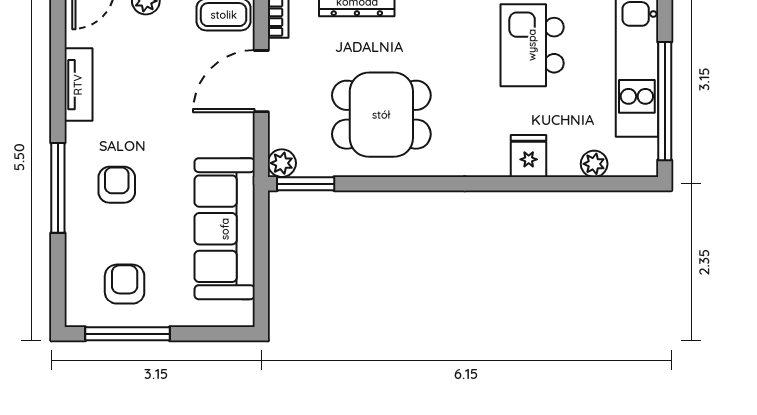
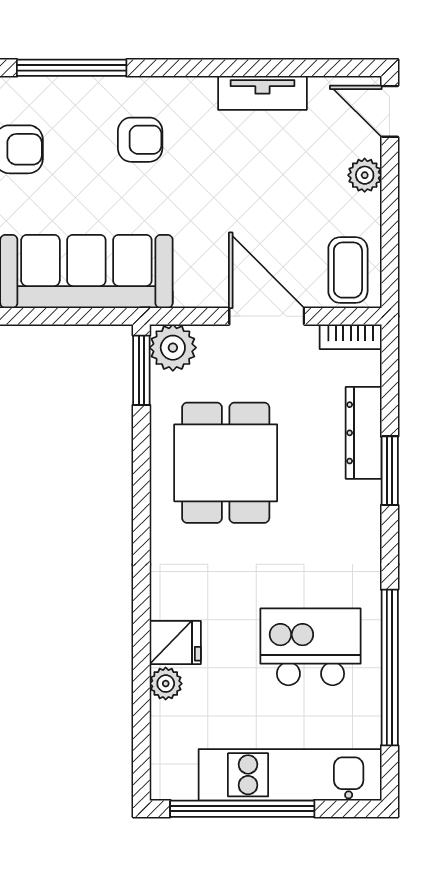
plant: (282, 163) -> (173, 348), width x1.38, depth x1.38
plant: (594, 164) -> (166, 684), moved
window: (58, 188) -> (72, 68), moved

